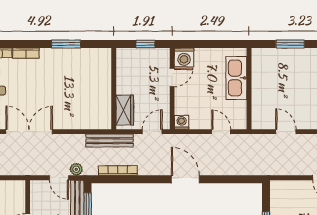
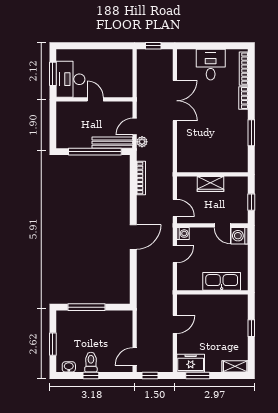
window: (290, 44) -> (251, 328), width x0.67
wardrobe: (125, 110) -> (210, 184), moved
door: (221, 132) -> (175, 254), moved
bench: (109, 141) -> (167, 171), removed

